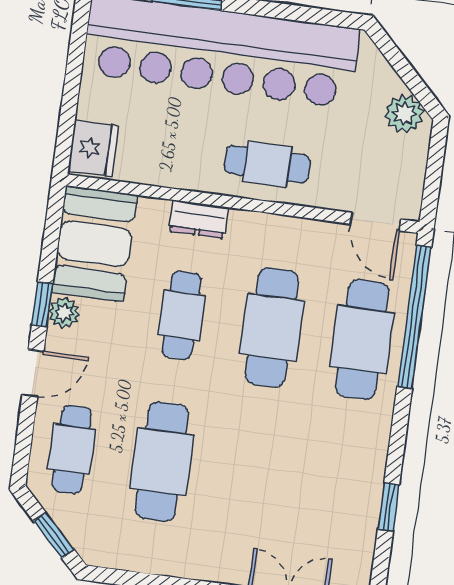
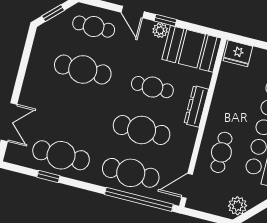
cafe table: (267, 164) -> (221, 152), moved
dresser: (199, 219) -> (196, 106), width x1.44
cafe table: (342, 486) -> (61, 155), added

